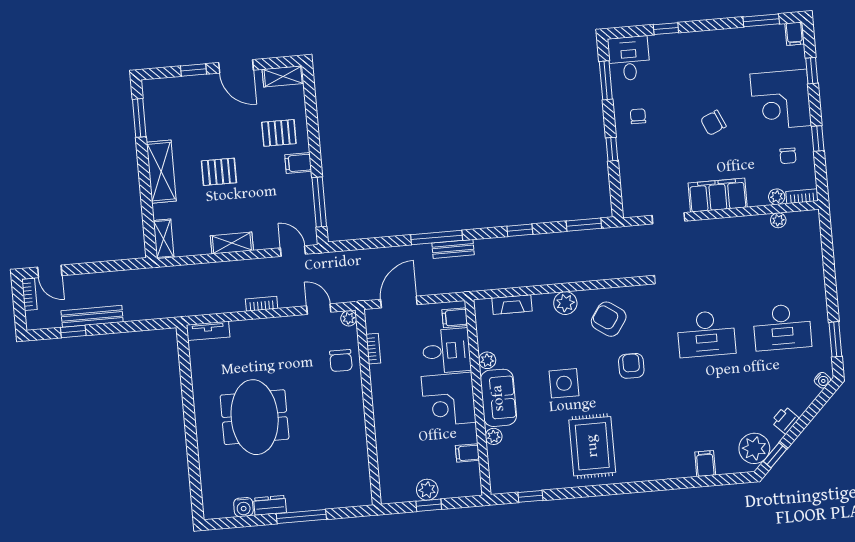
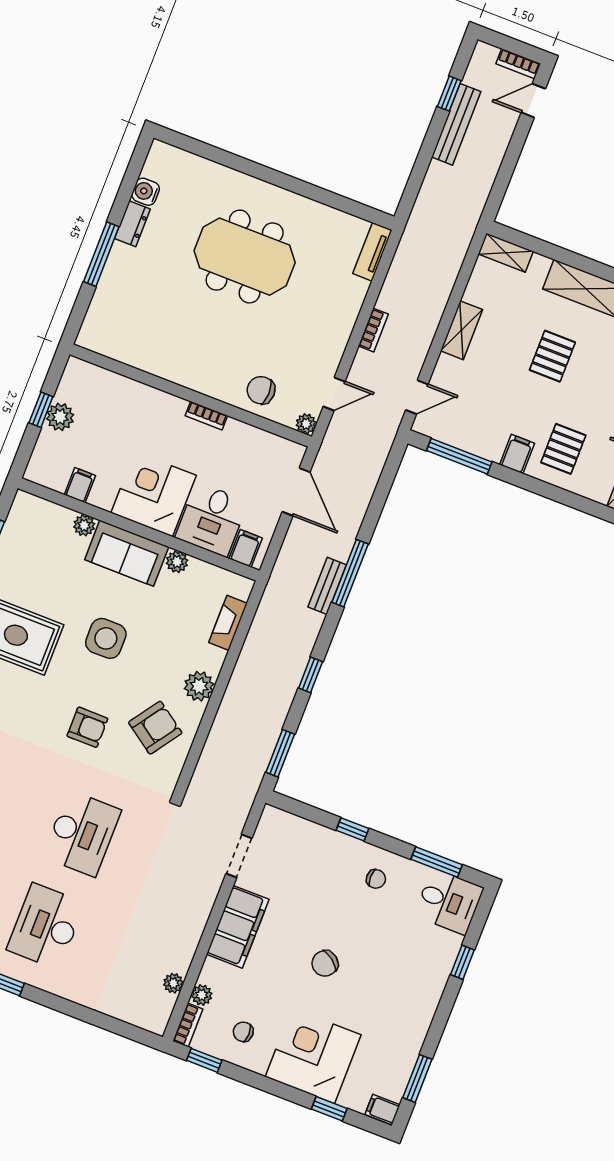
chair: (713, 123) -> (325, 963), turned -119
window: (818, 139) -> (204, 1060), moved
desk: (706, 334) -> (82, 833), turned 180
bookcase: (373, 349) -> (206, 416), moved

